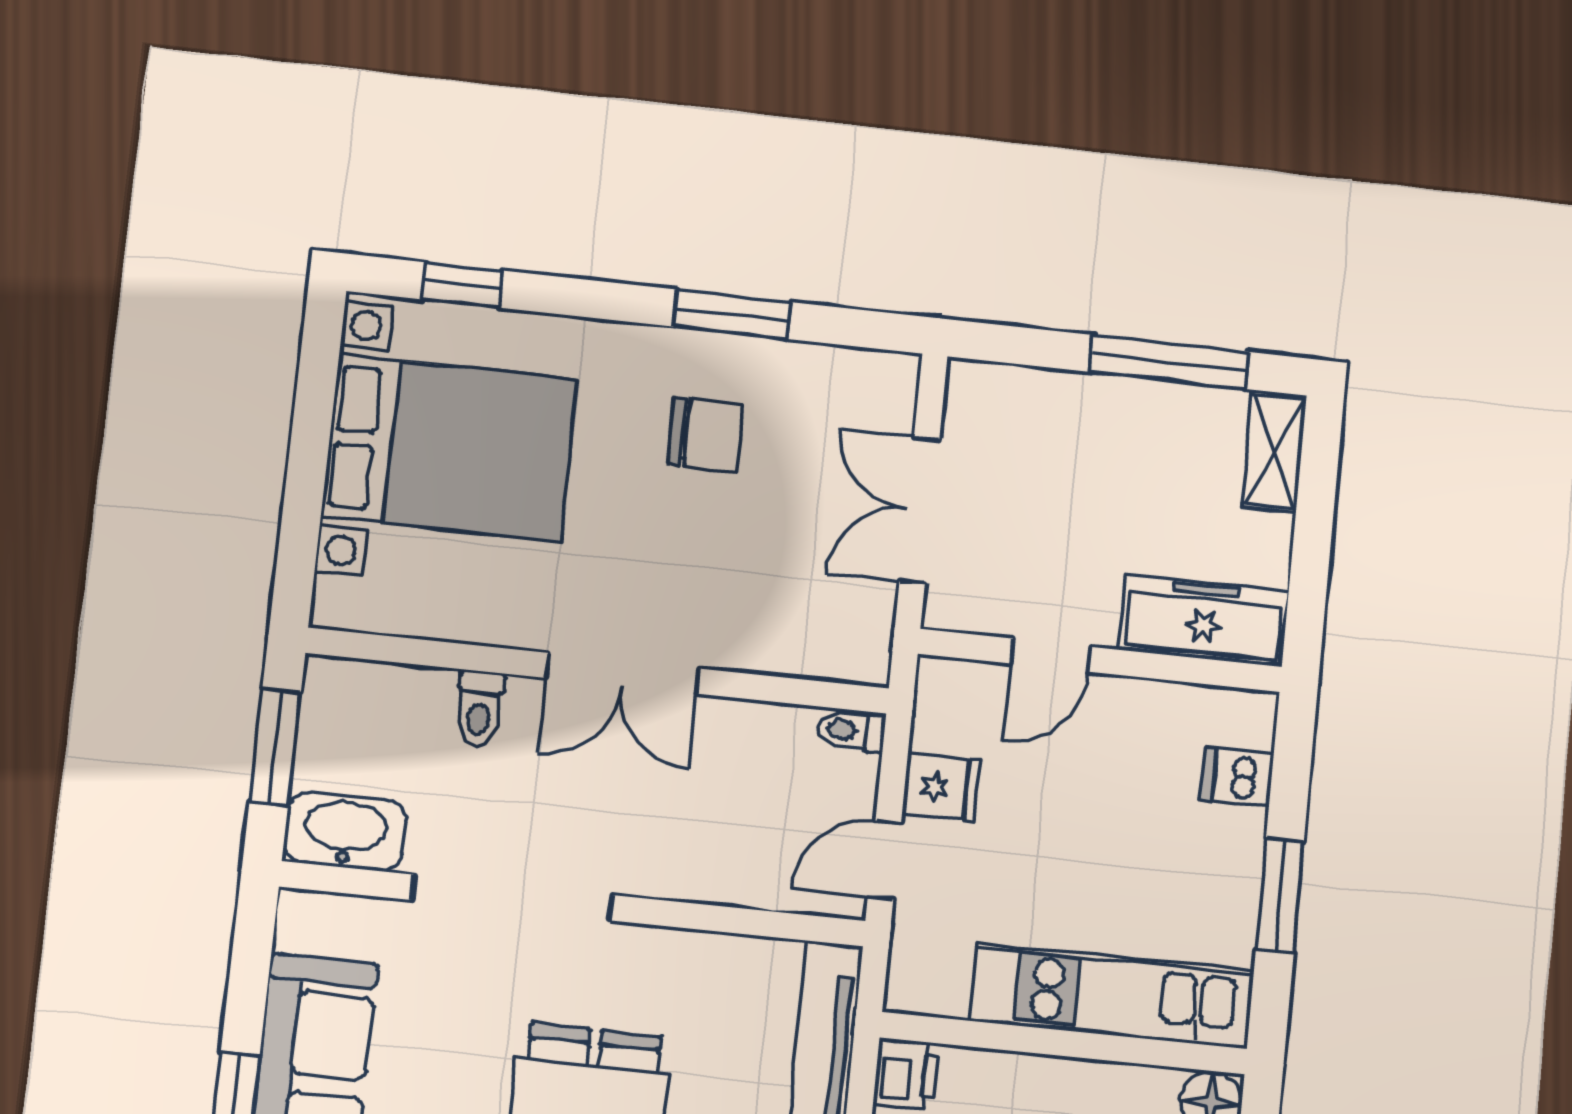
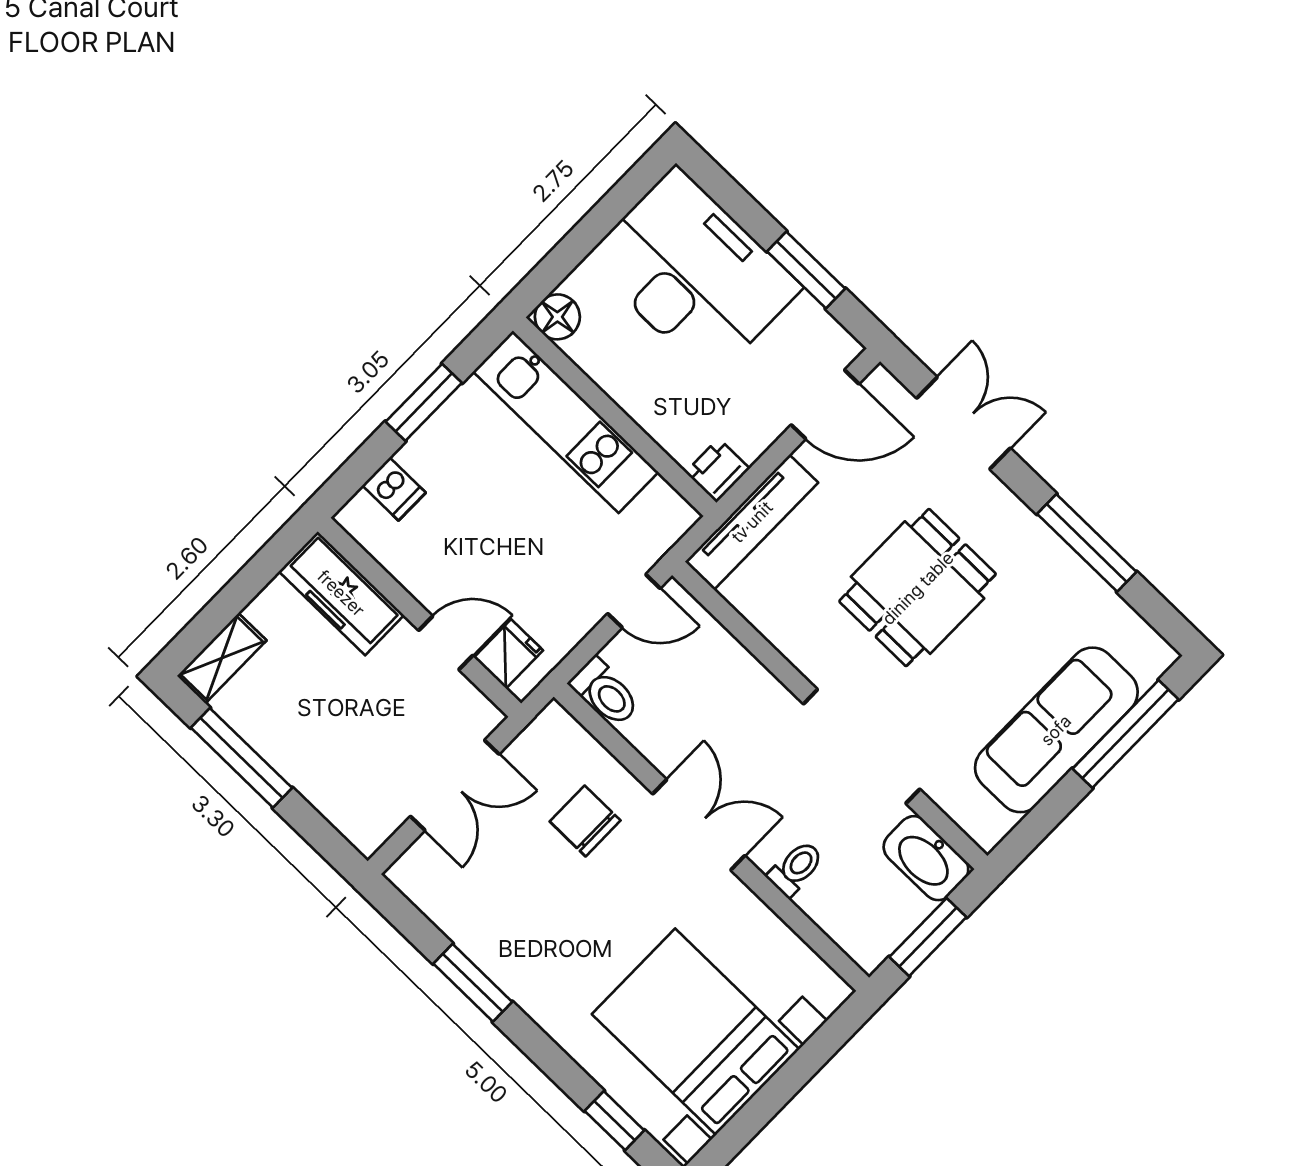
chair: (705, 434) -> (585, 821), moved
toilet: (851, 730) -> (605, 692), width x1.37, depth x1.39
fridge: (941, 788) -> (509, 654), moved, turned 90

